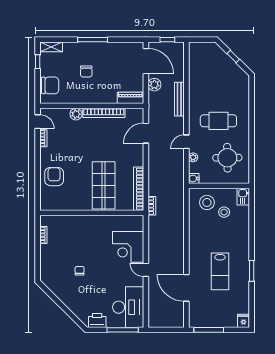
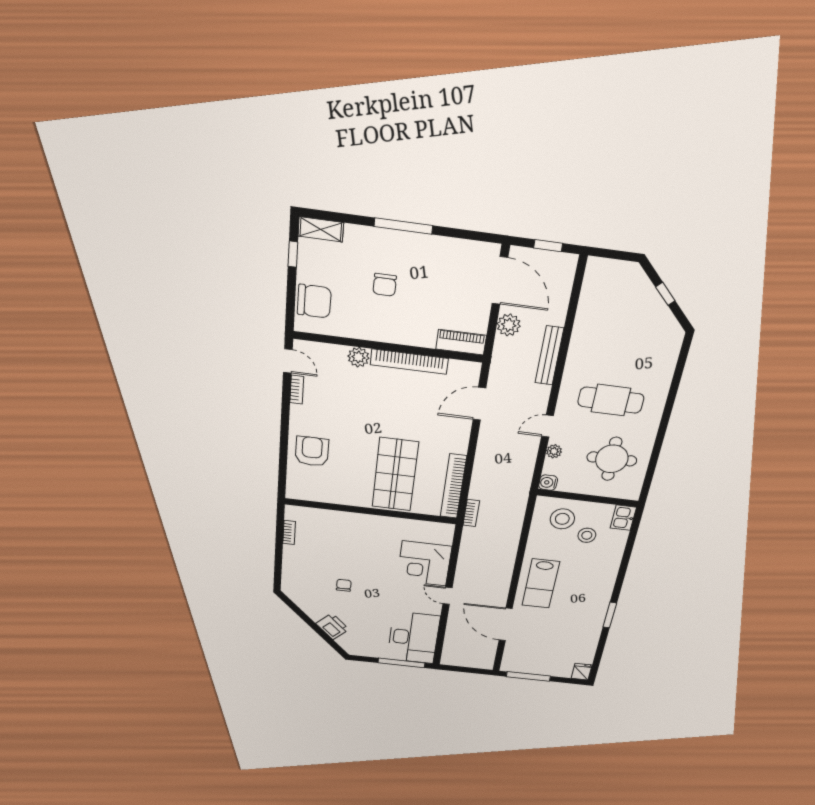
lab bench: (220, 271) -> (541, 584), moved
printer: (97, 321) -> (332, 626), moved, turned 45

